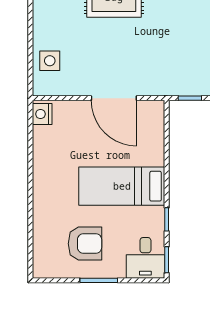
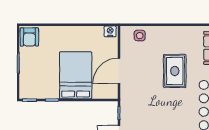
bed: (122, 186) -> (76, 75), width x1.50
armchair: (85, 244) -> (29, 37), moved
desk: (145, 258) -> (31, 88), removed

